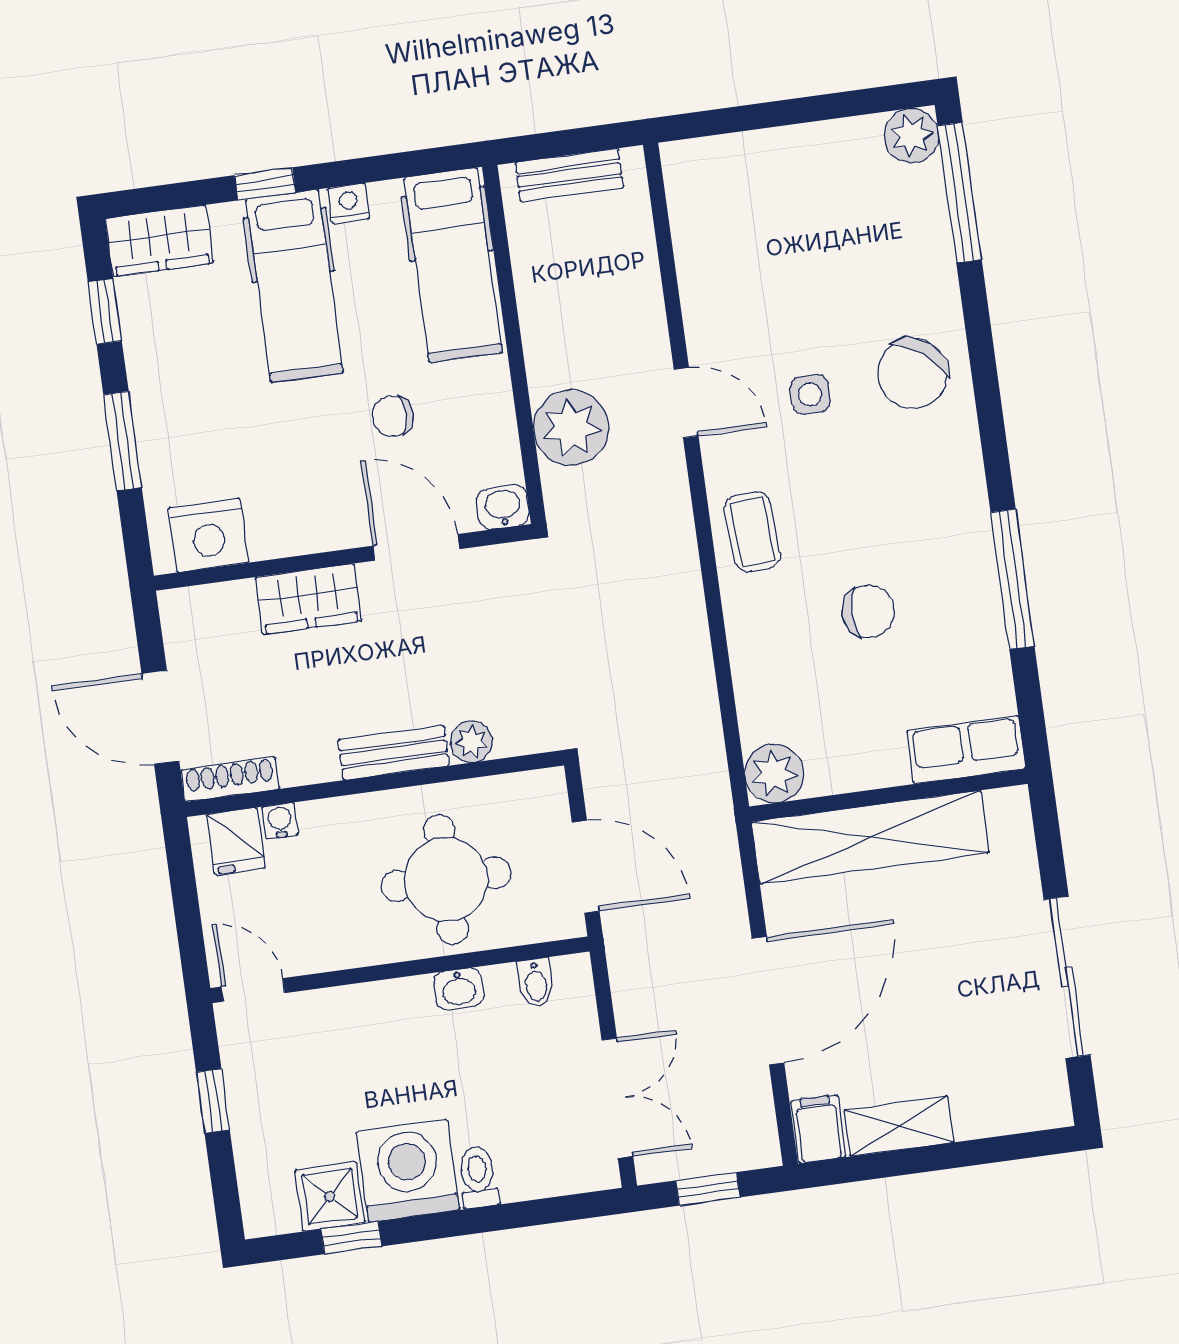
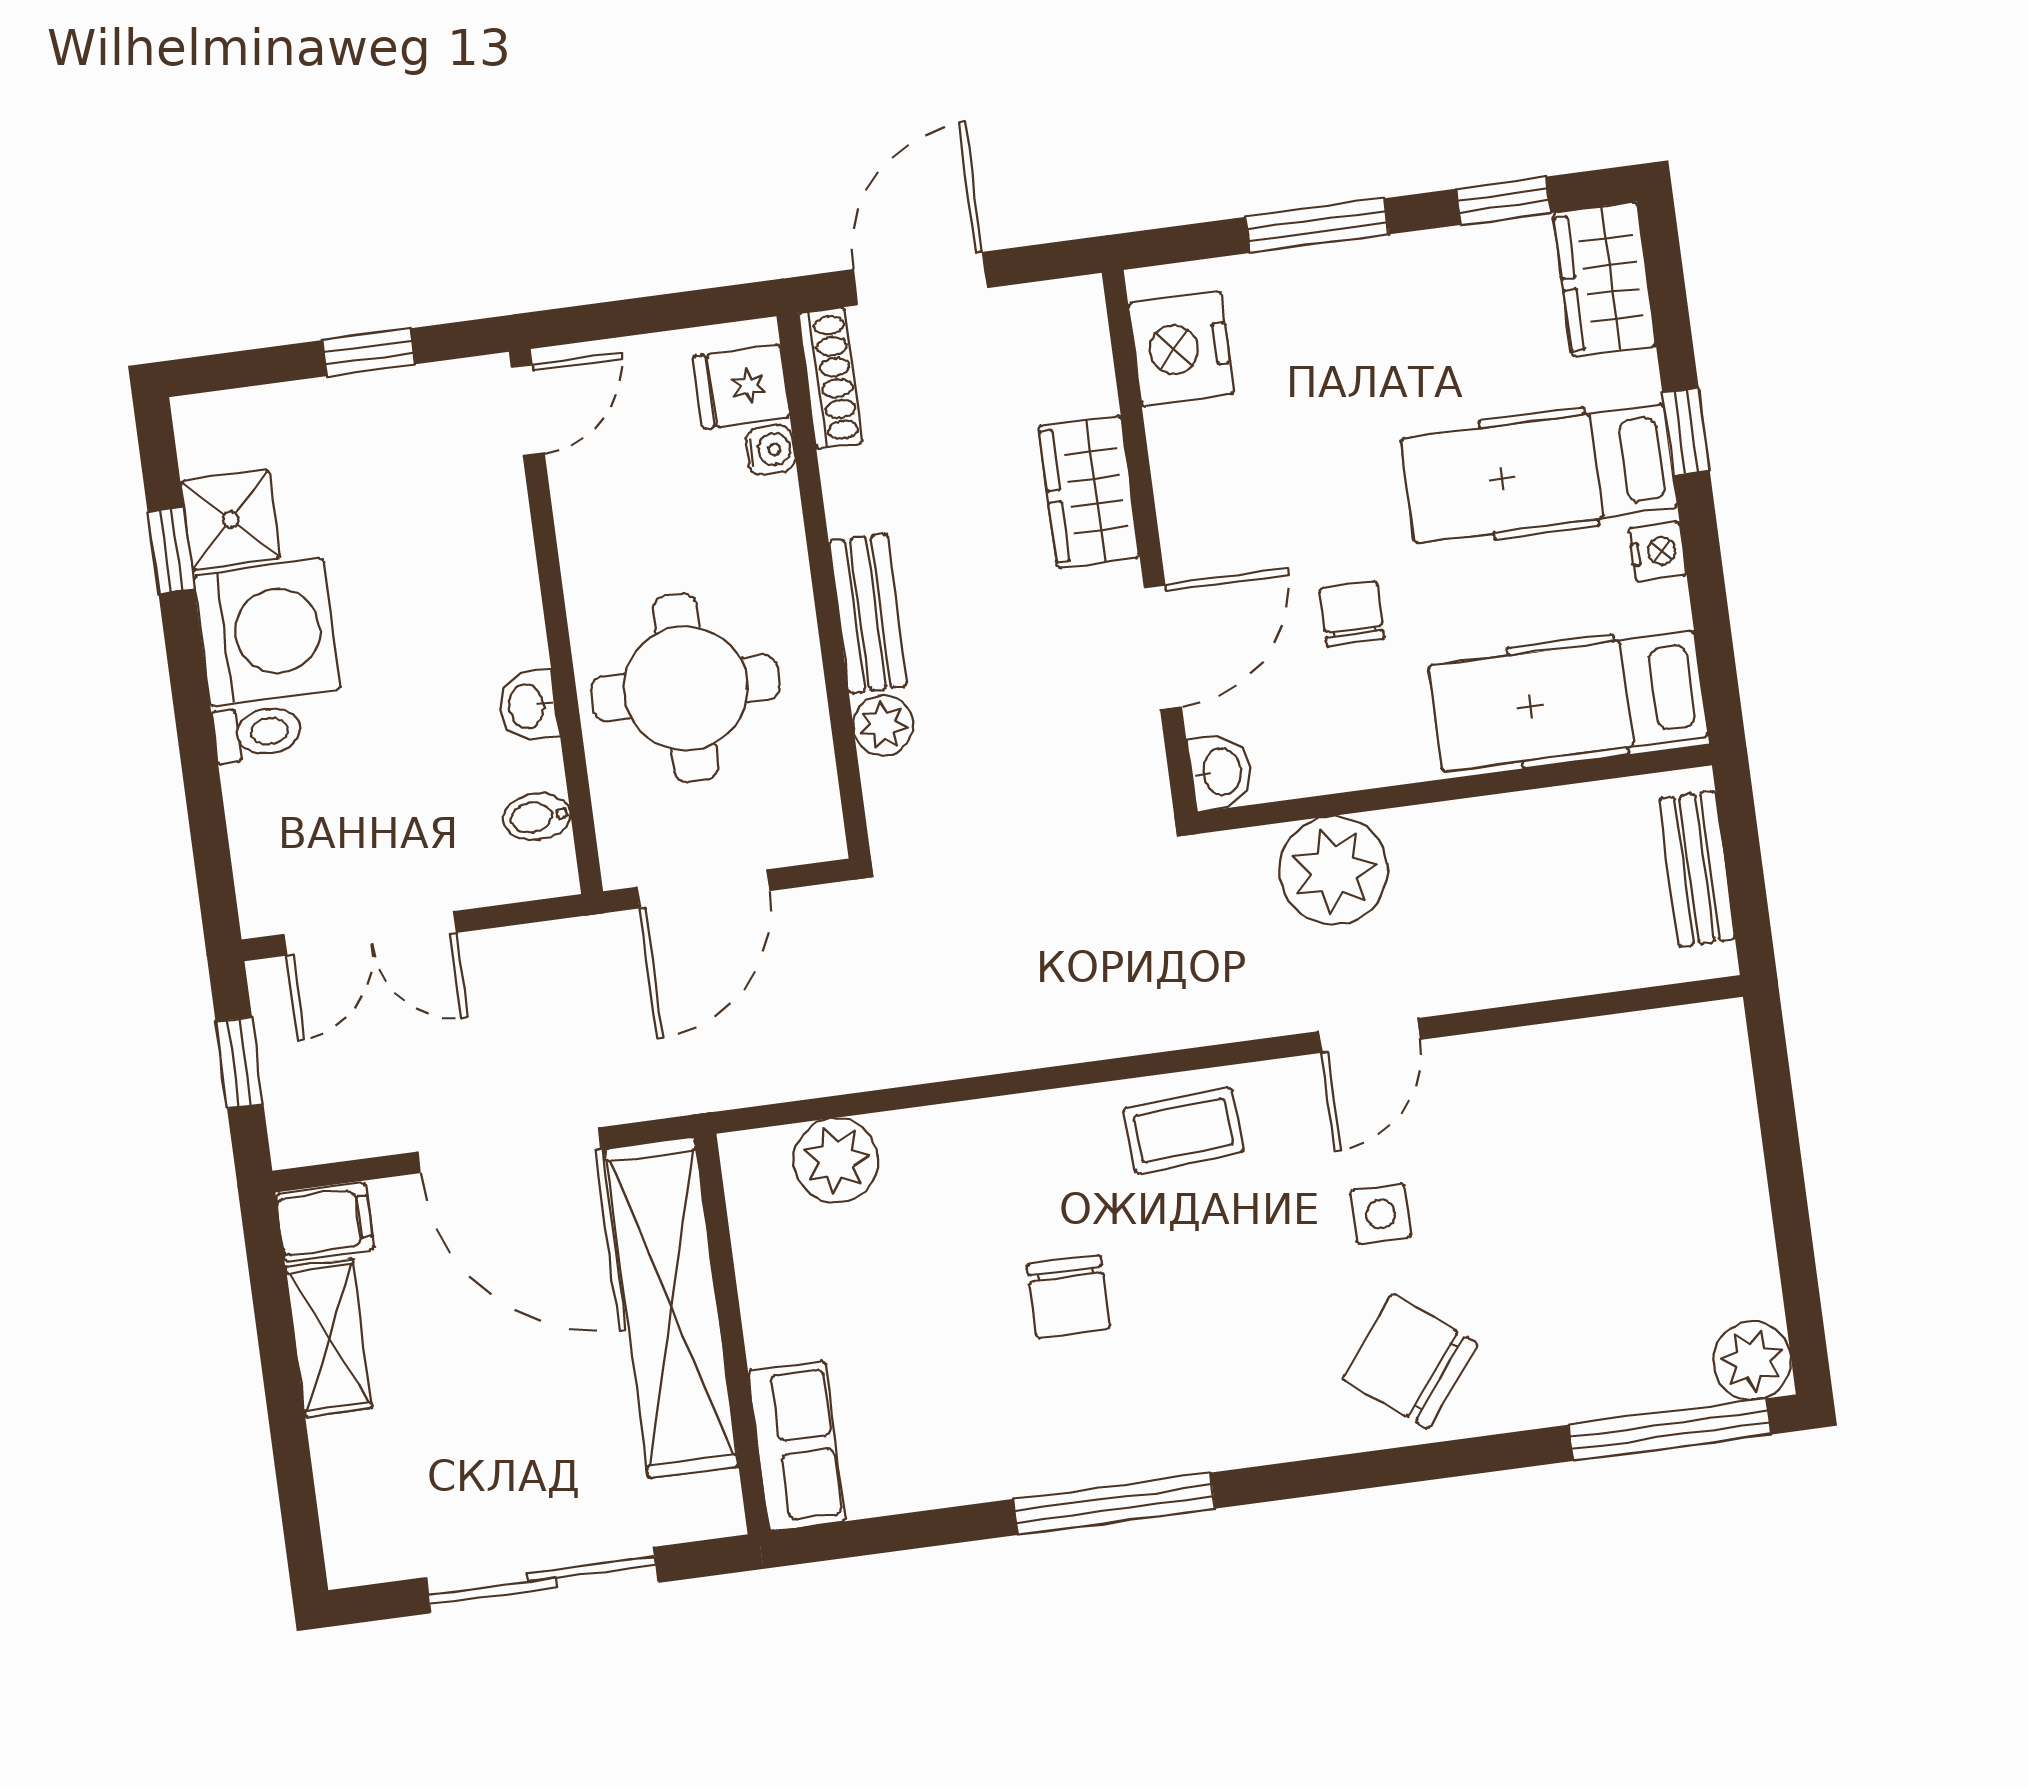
row of seats: (966, 750) -> (797, 1446), moved
wall: (888, 795) -> (732, 1334), moved
shelving: (870, 837) -> (672, 1308), moved

